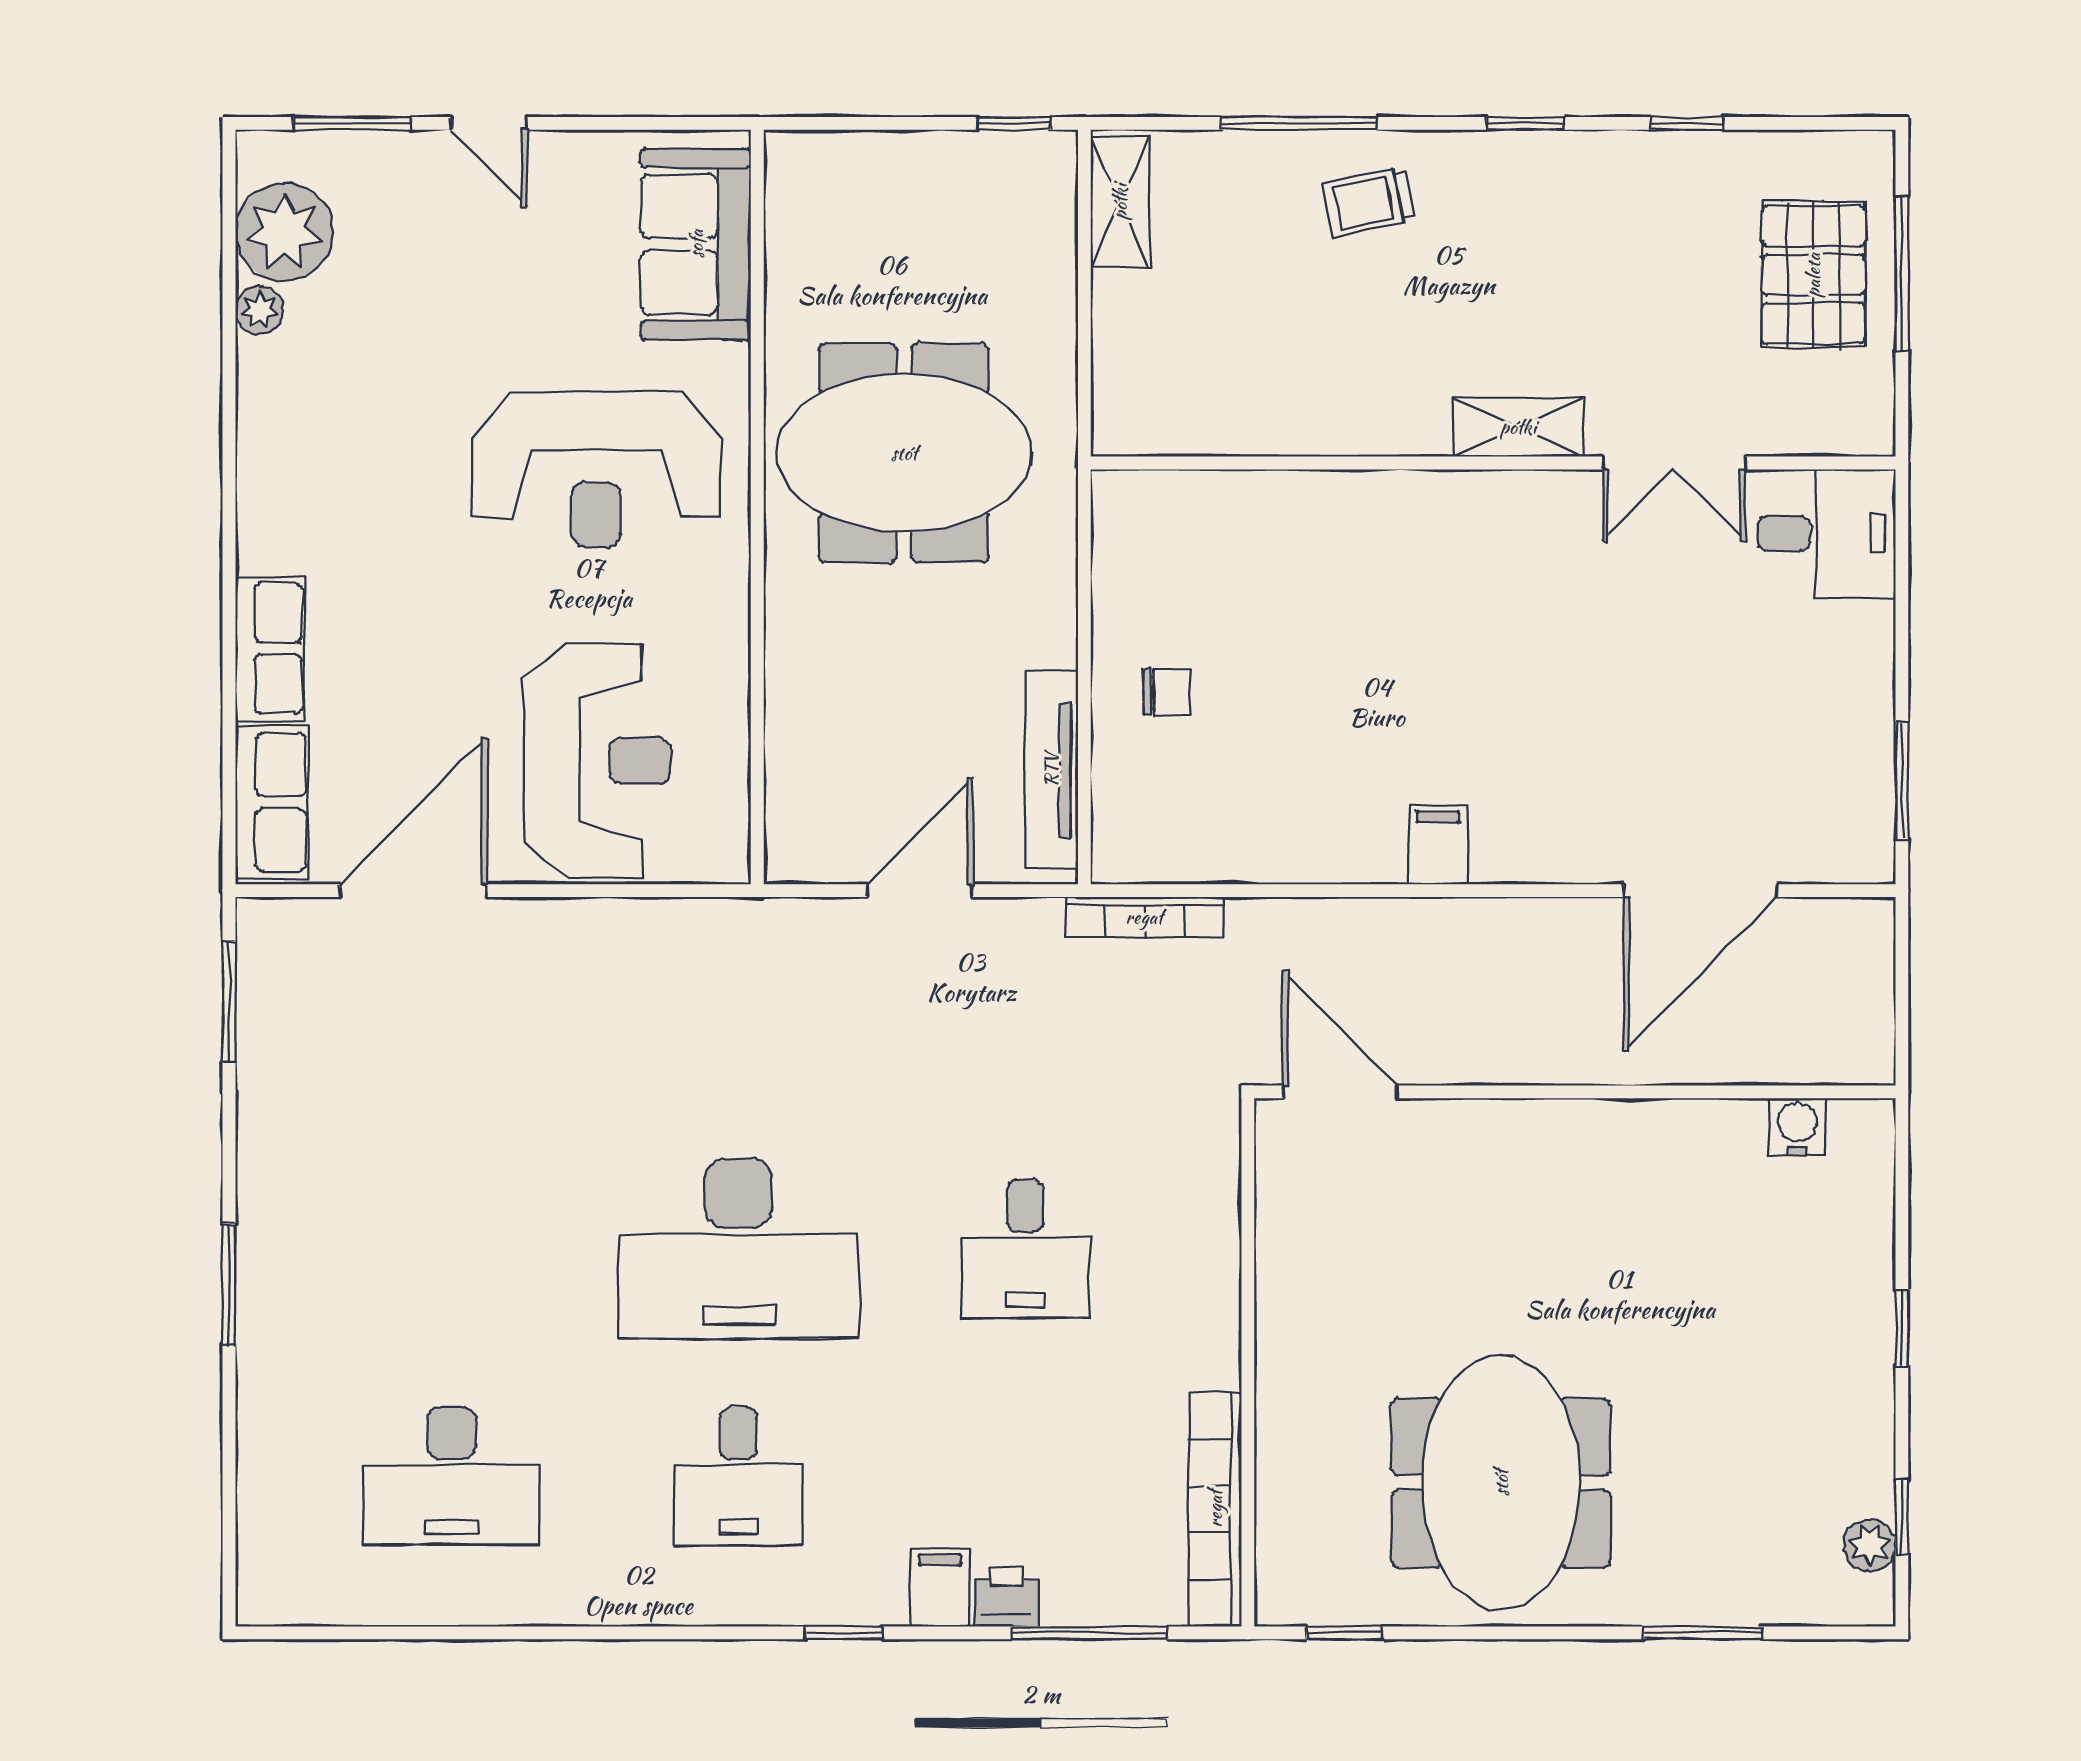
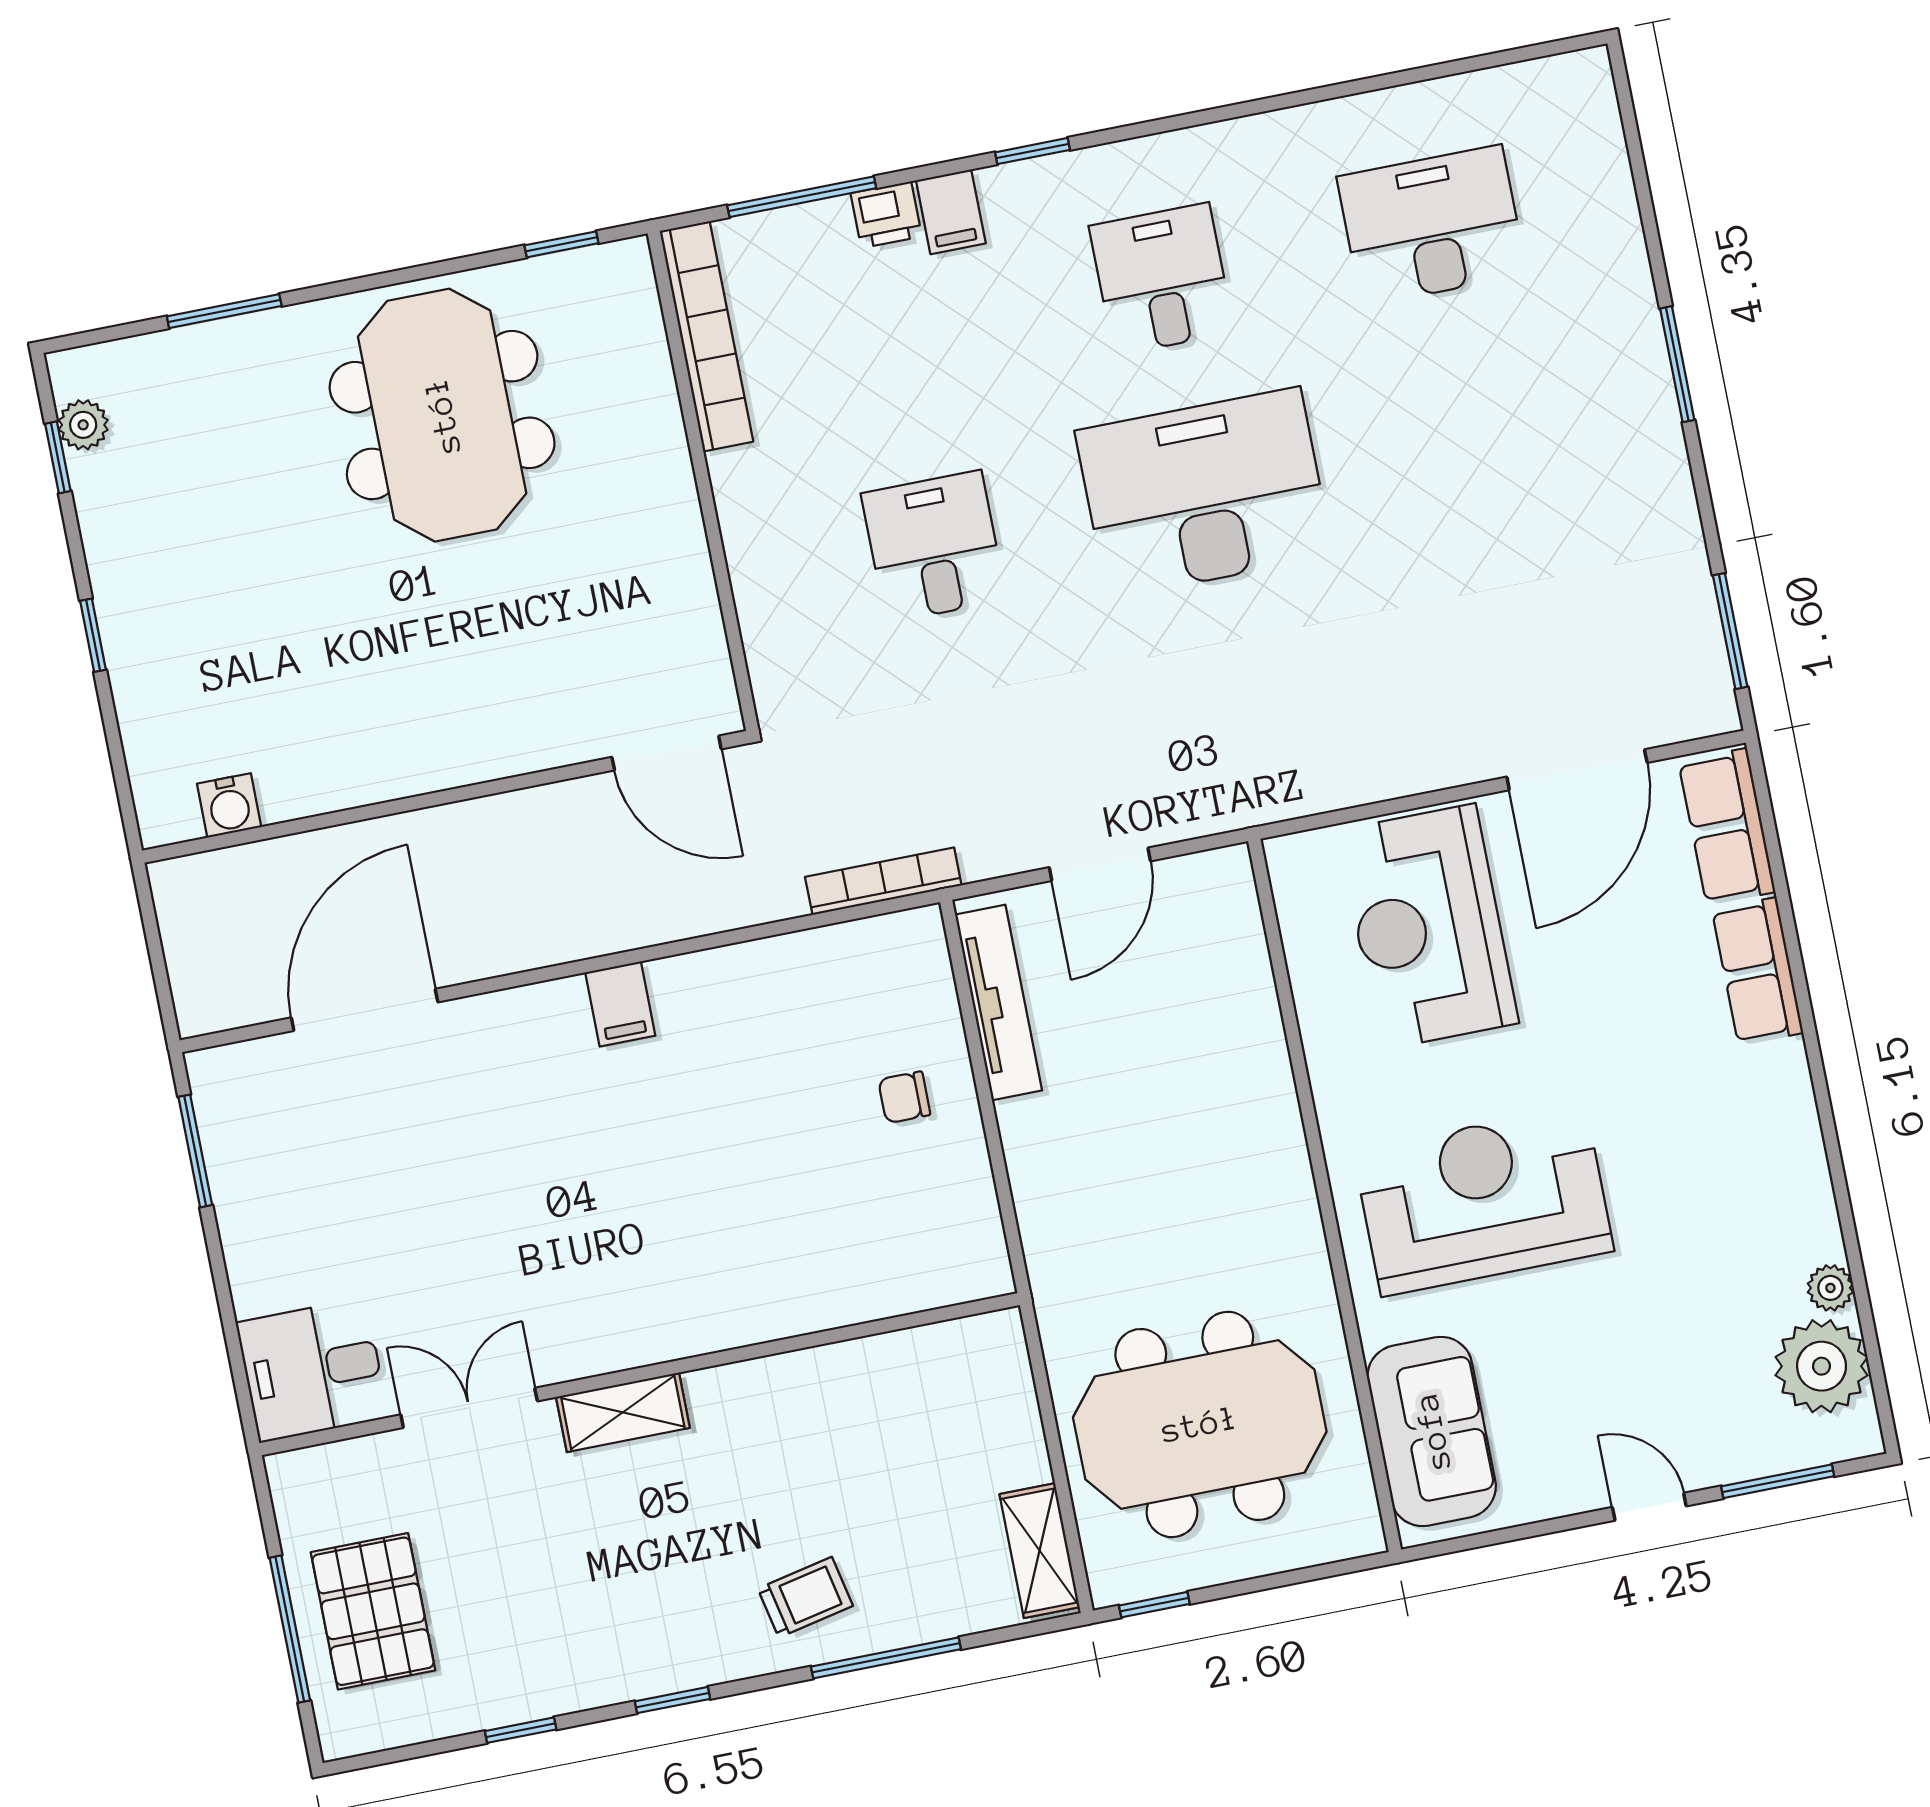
meeting table: (904, 453) -> (1200, 1424), moved

